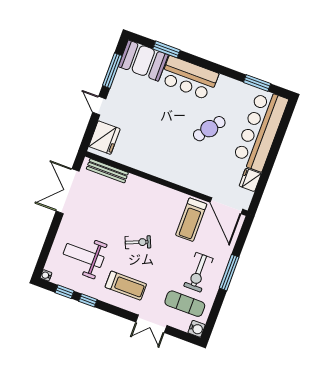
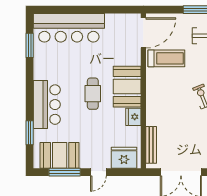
booth: (143, 61) -> (60, 155), moved, turned 90
cafe table: (209, 129) -> (93, 94), moved, turned 53
booth: (177, 168) -> (127, 87), added
fridge: (250, 180) -> (133, 117), moved, turned 90

